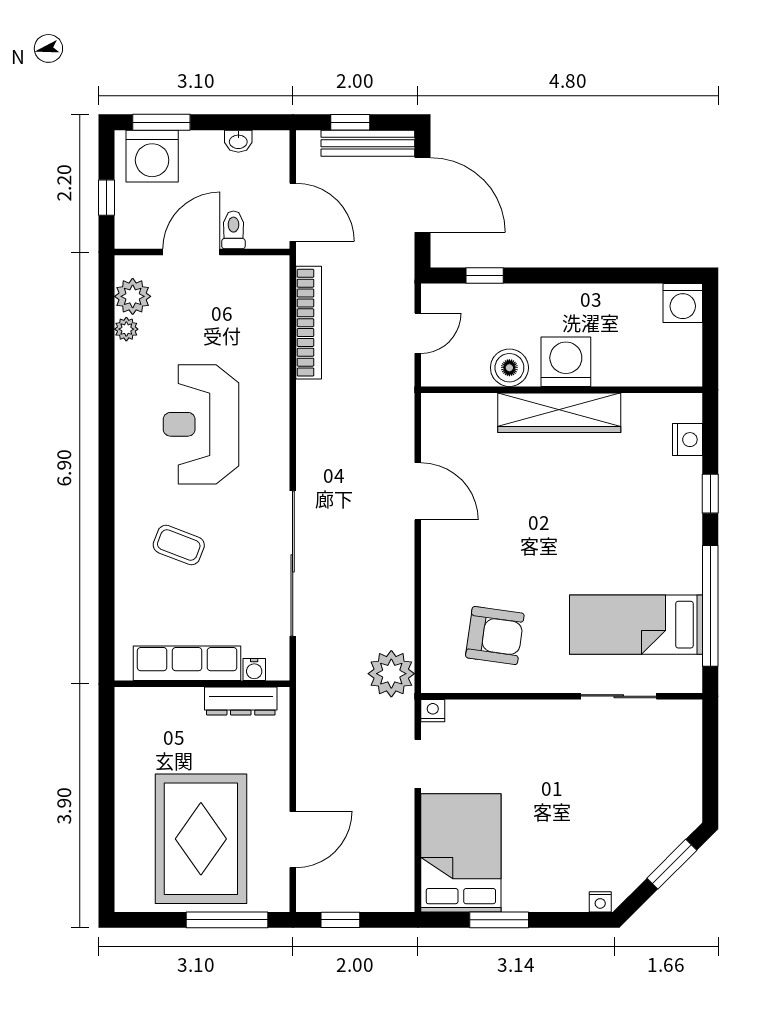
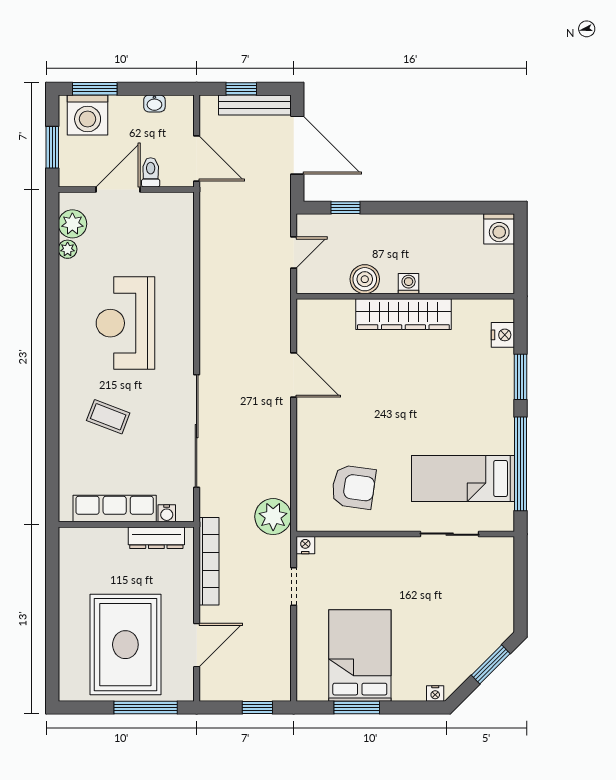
window: (107, 198) -> (52, 147), width x1.50
bookcase: (309, 323) -> (209, 561), moved
washing machine: (566, 362) -> (409, 284), width x0.53, depth x0.53
window: (710, 494) -> (521, 377), width x1.50
bed: (461, 853) -> (360, 656), moved
window: (340, 920) -> (257, 708), moved

